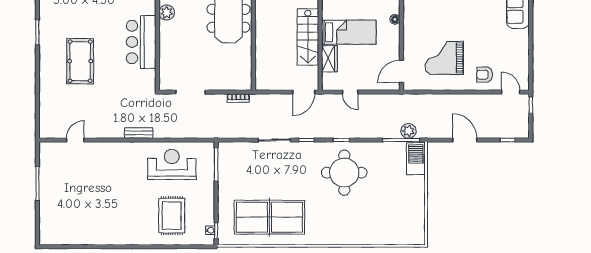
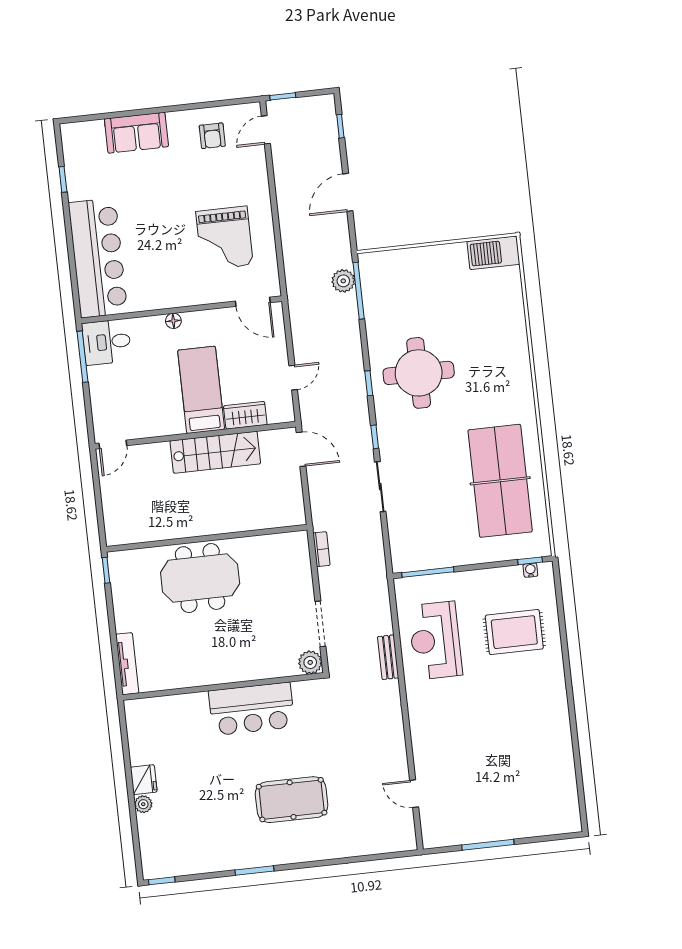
plant: (167, 13) -> (310, 662), moved
armchair: (485, 75) -> (212, 136), moved
bench: (139, 133) -> (388, 657), moved
barbecue: (416, 159) -> (493, 253), moved

